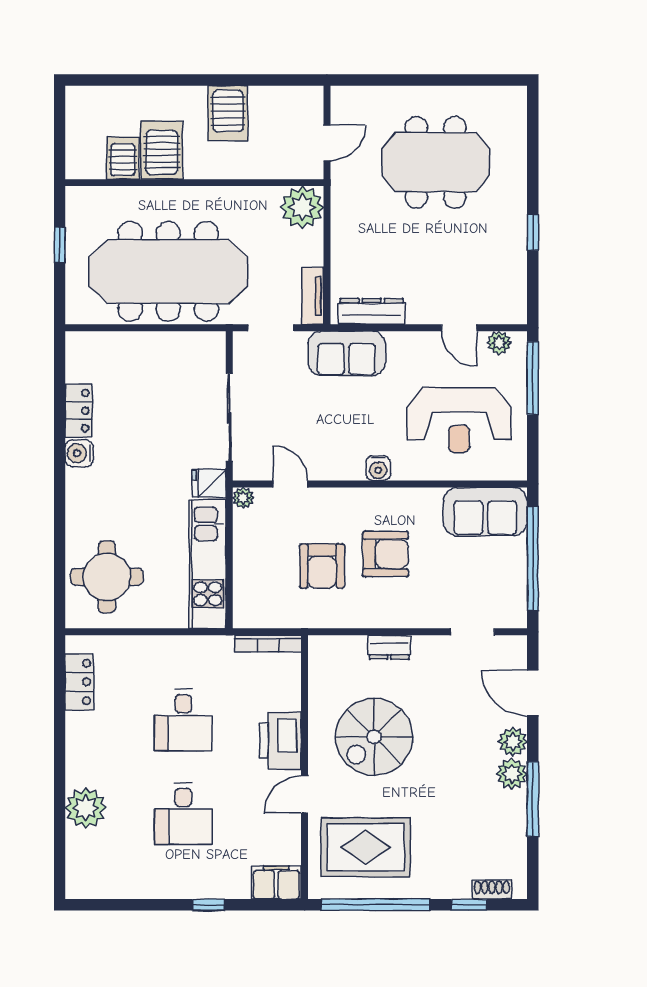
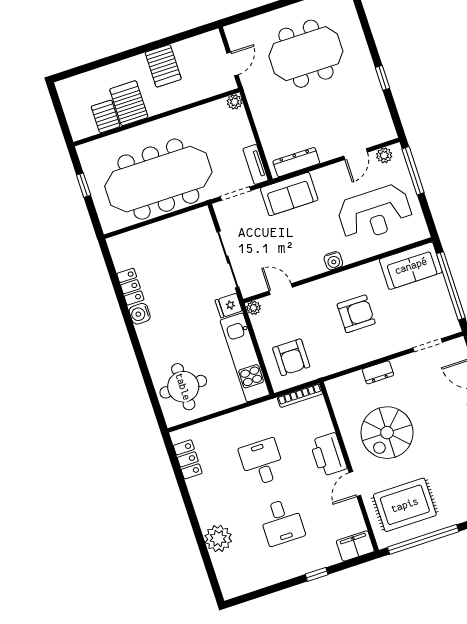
plant: (302, 207) -> (235, 102), width x0.53, depth x0.53
door: (459, 328) -> (355, 154), hinge flipped
armchair: (322, 566) -> (291, 357), moved
desk: (183, 720) -> (262, 462), turned 180

